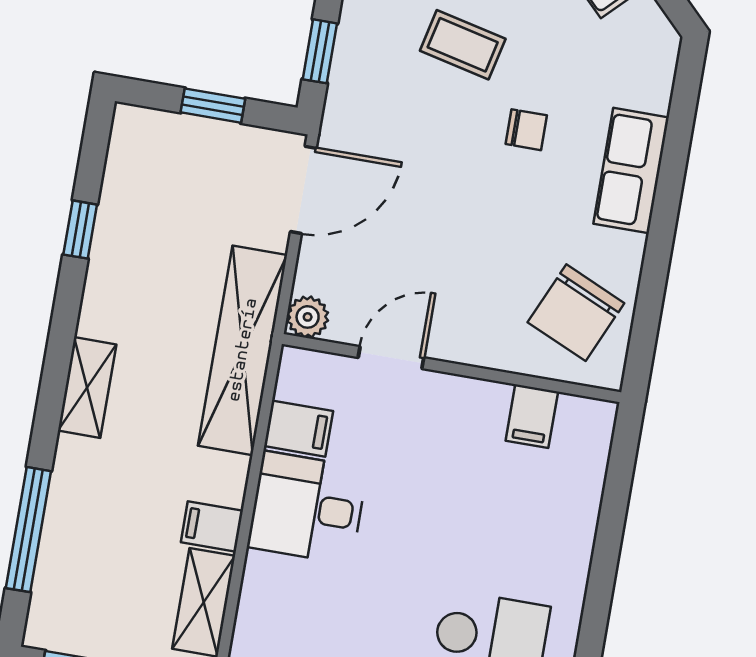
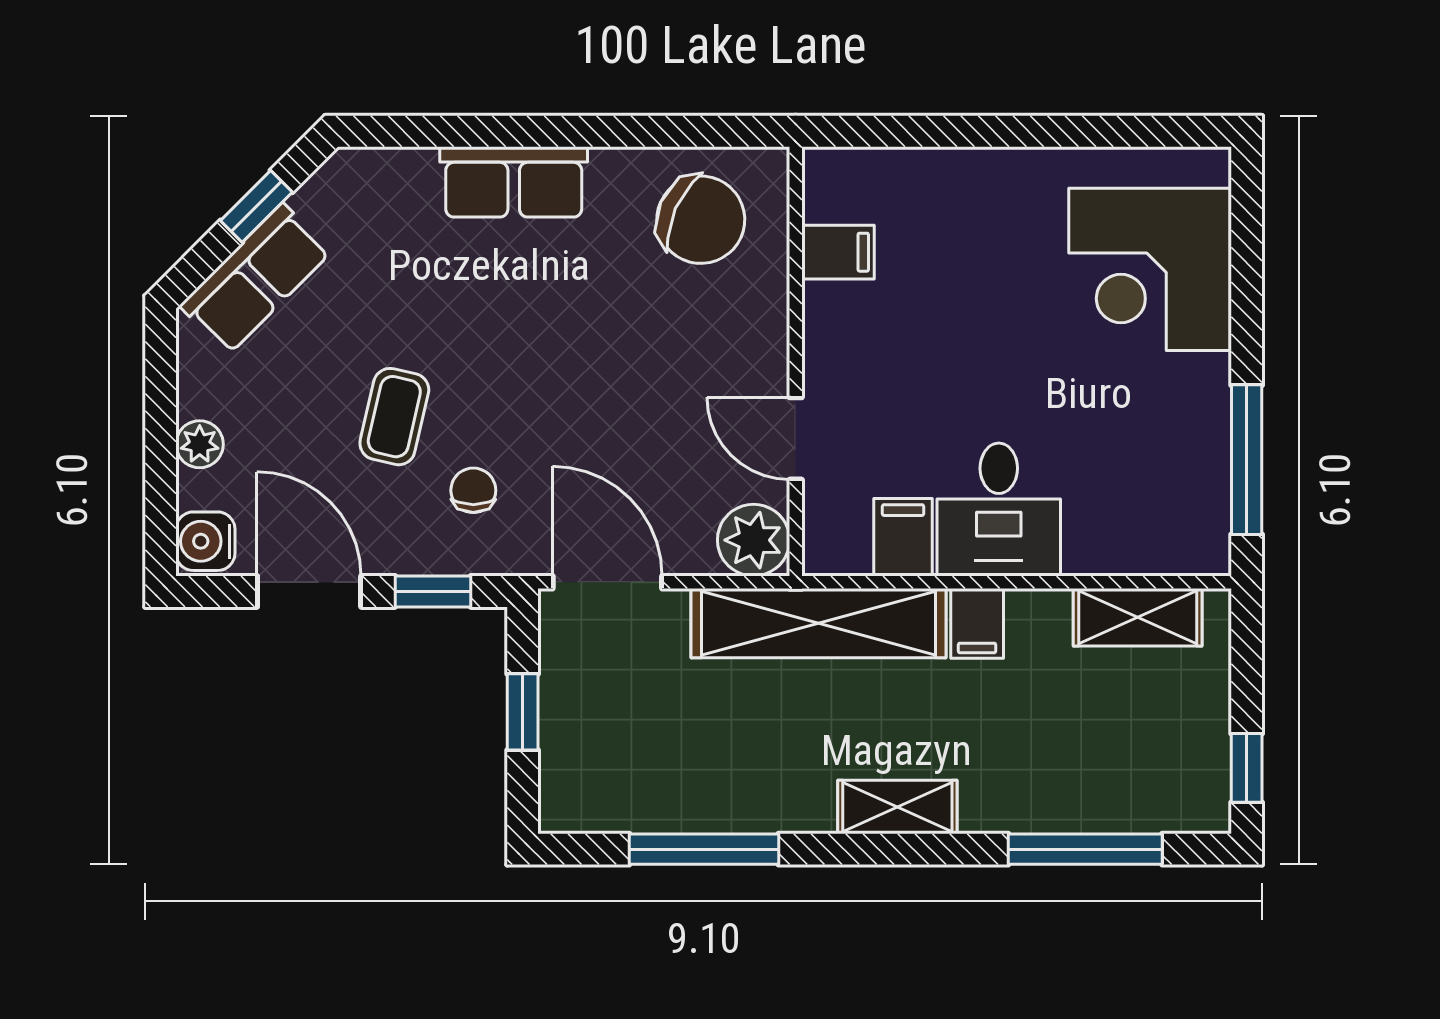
chair: (526, 130) -> (473, 490), moved
window: (80, 230) -> (704, 849), width x2.17
plant: (308, 317) -> (754, 540), width x1.38, depth x1.38
filing cabinet: (212, 526) -> (977, 623), moved

